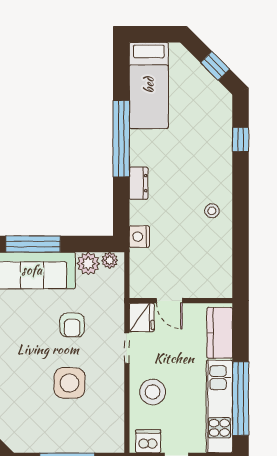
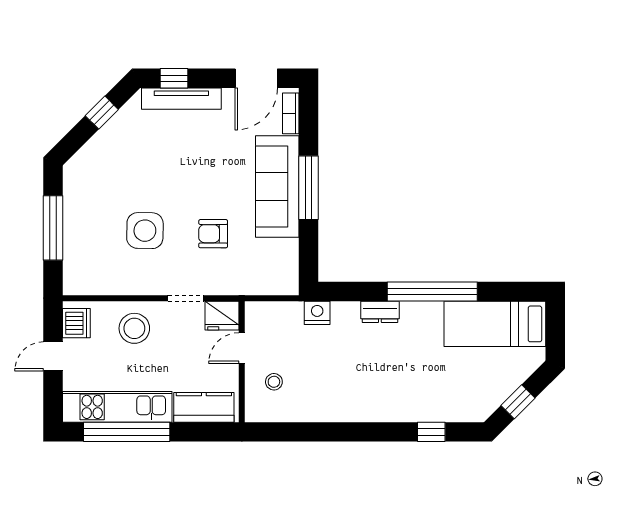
stool: (212, 211) -> (274, 382), moved
plant: (110, 260) -> (289, 278), removed
plant: (88, 264) -> (285, 253), removed

